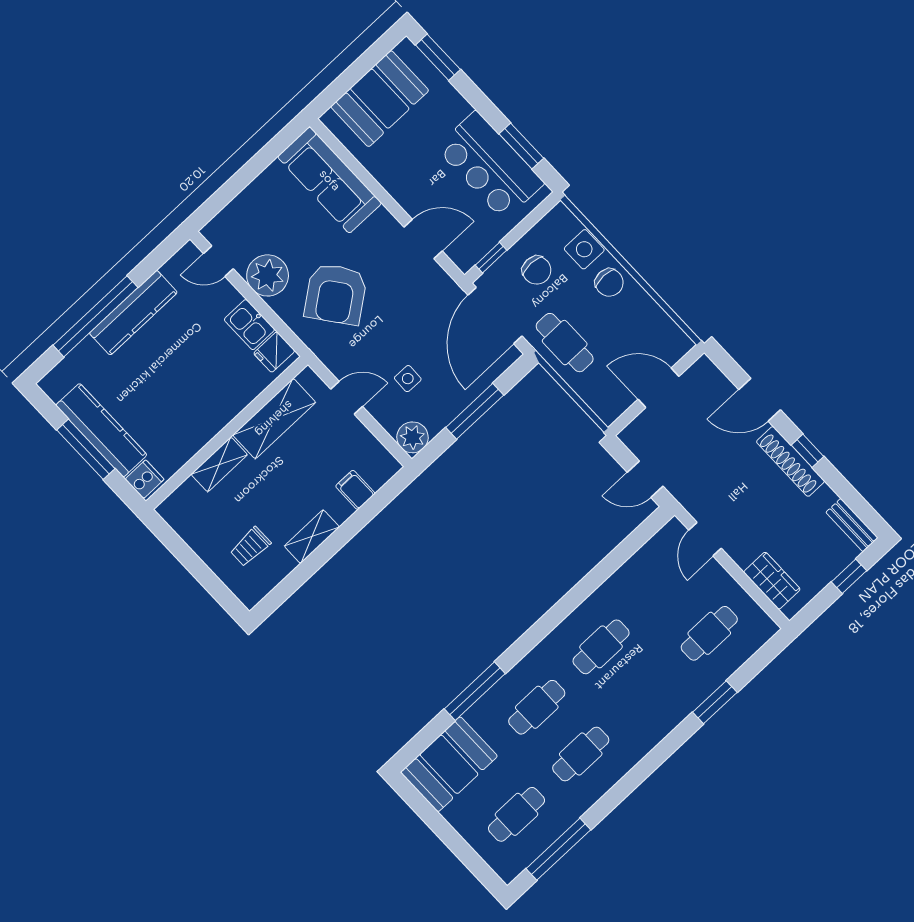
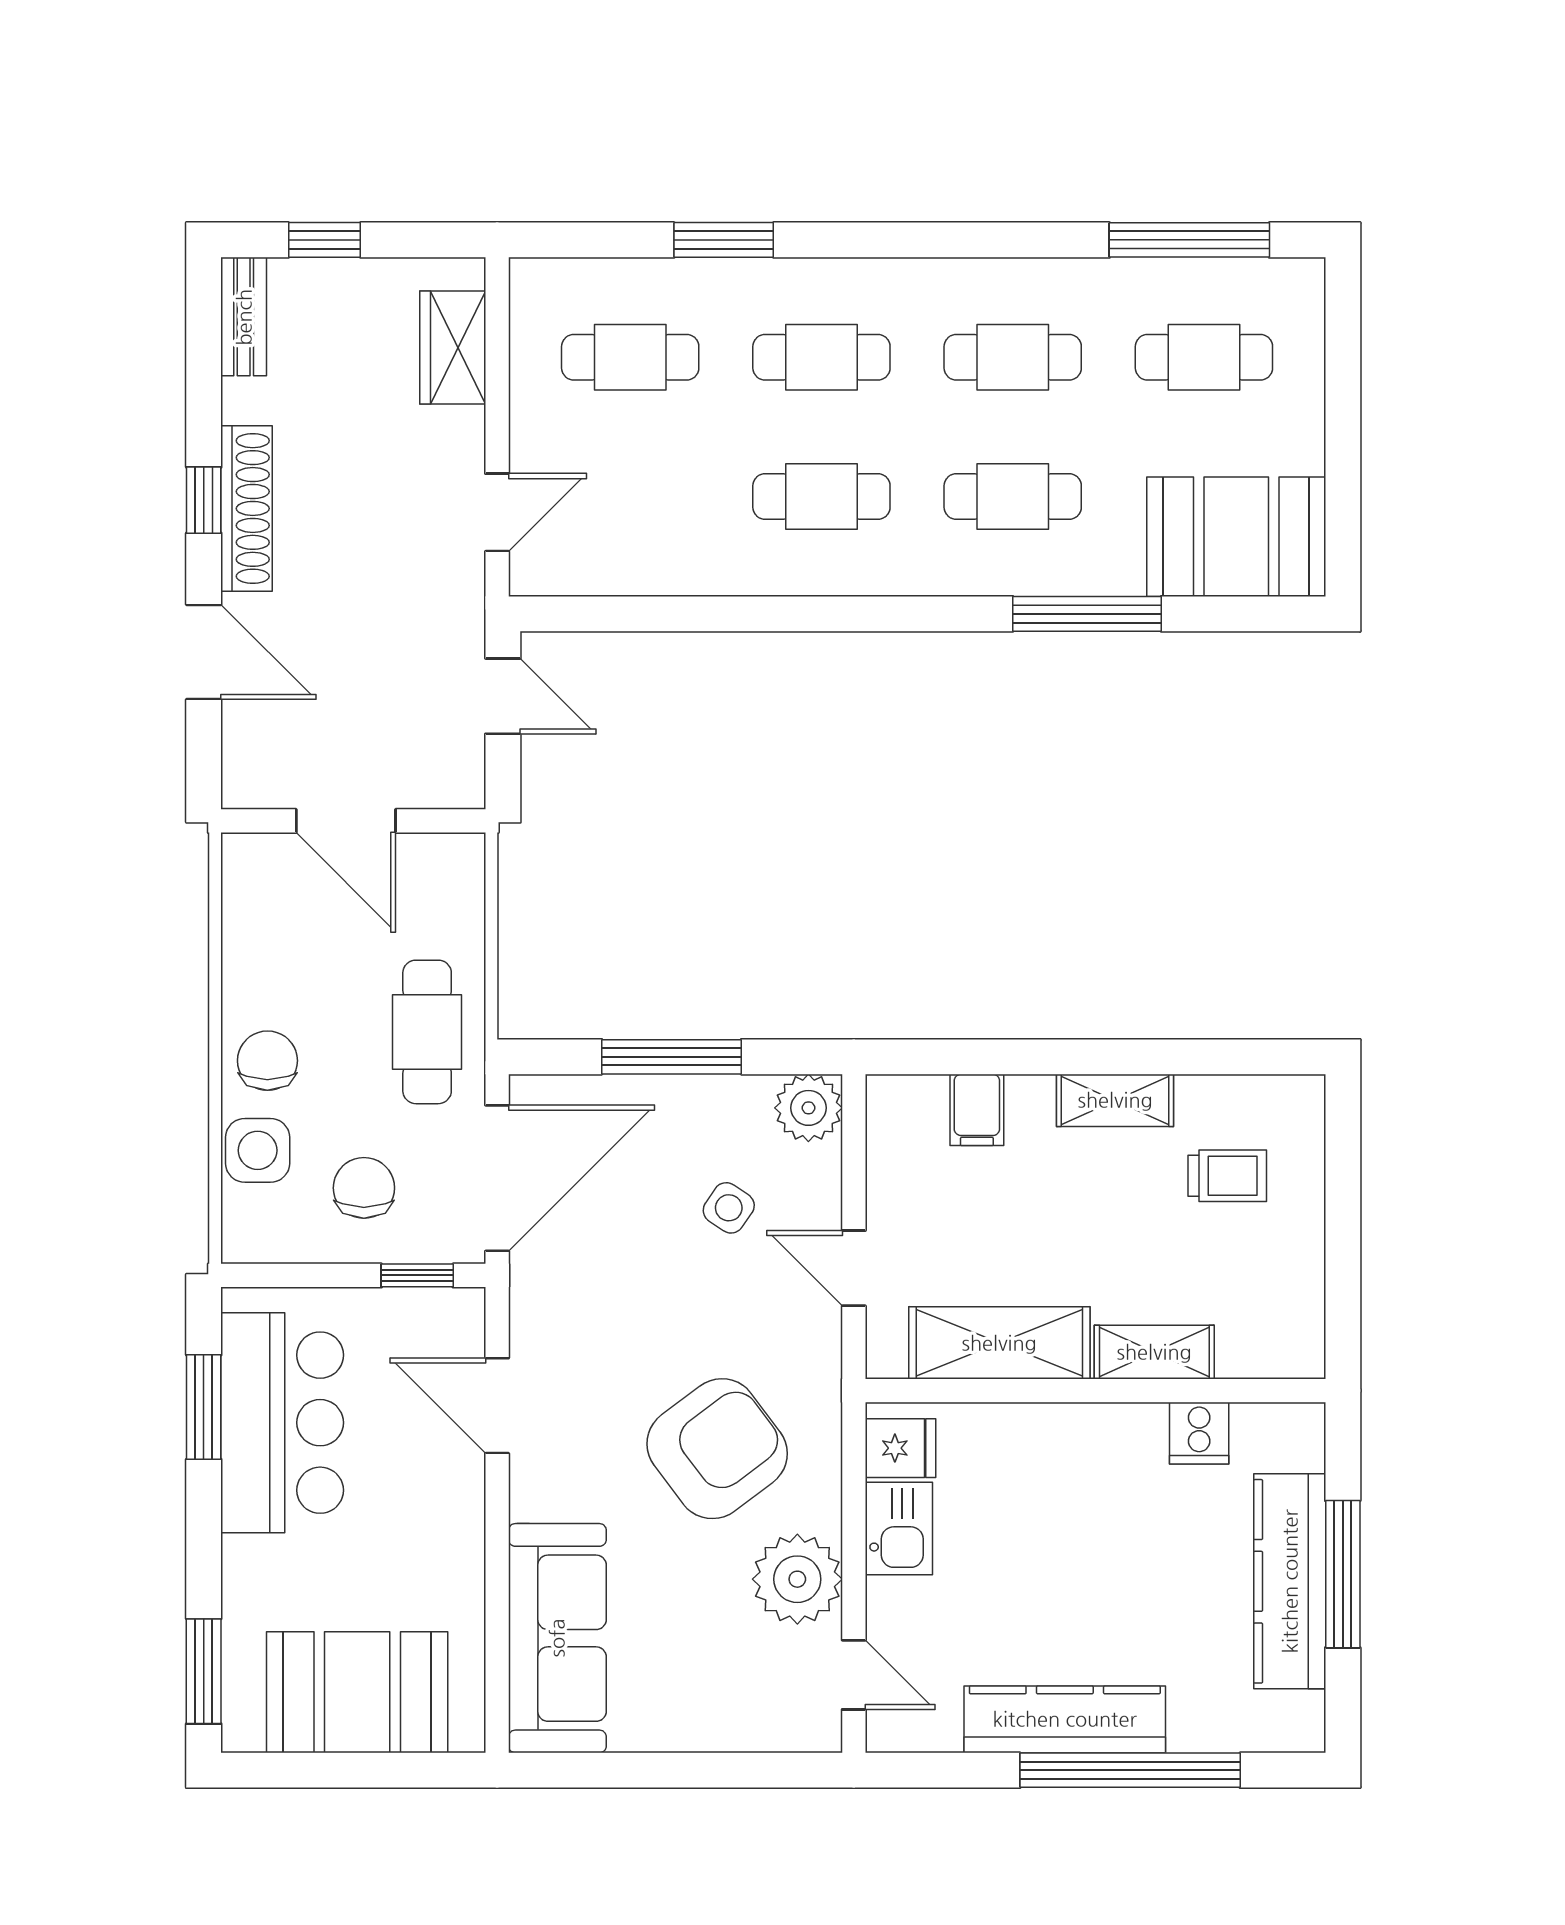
side table: (408, 379) -> (729, 1208), turned 33
cooker: (145, 479) -> (1199, 1433), moved, turned -90
cafe table: (645, 694) -> (821, 357), added

